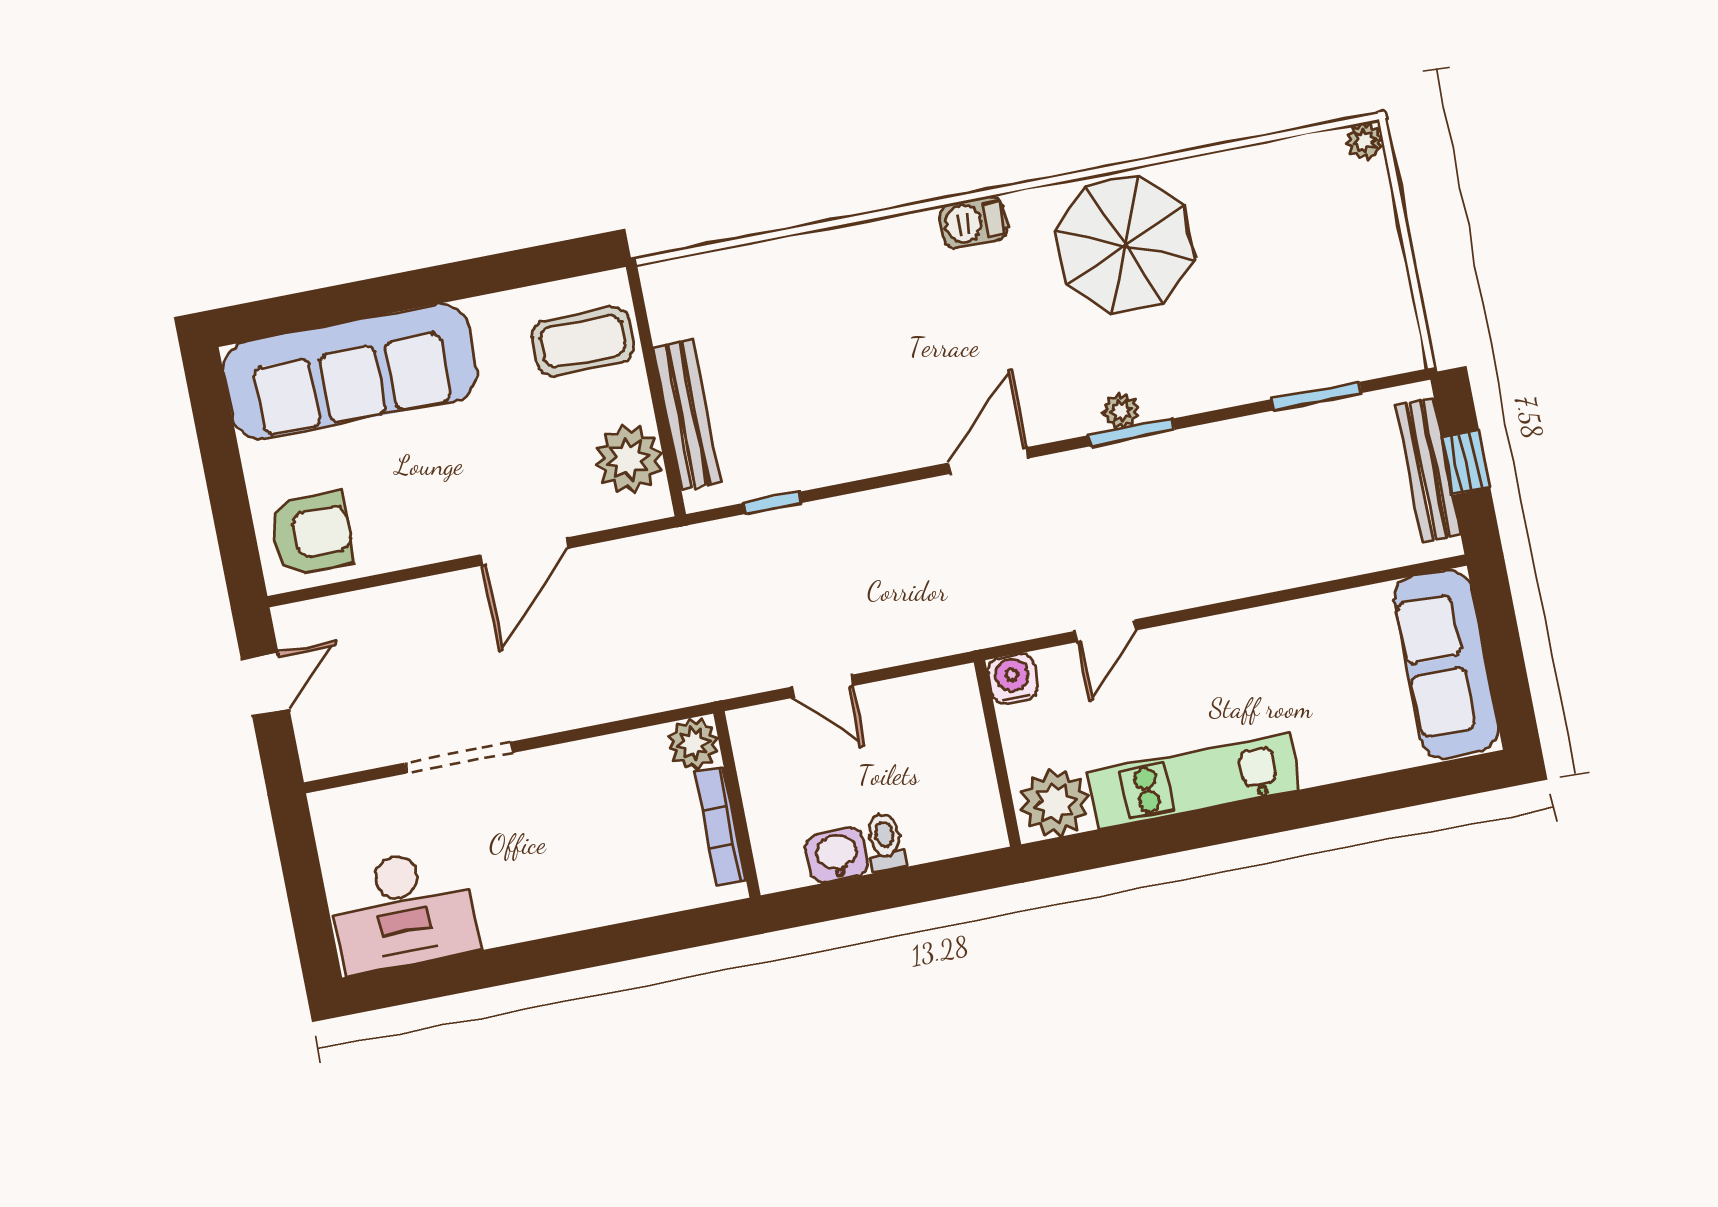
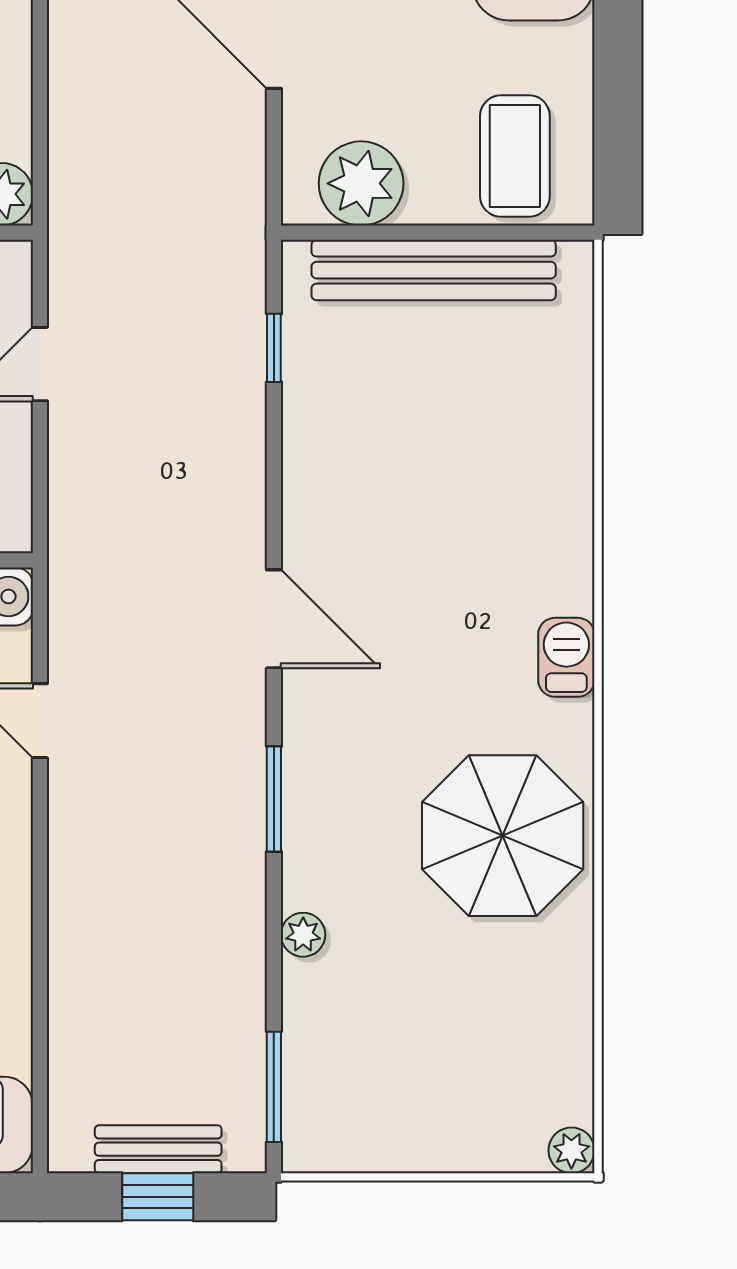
window: (1316, 396) -> (274, 1087), moved
plant: (1121, 410) -> (303, 935), moved
bench: (687, 415) -> (434, 270), width x1.37, depth x1.21
bench: (1428, 470) -> (158, 1149), width x0.73

